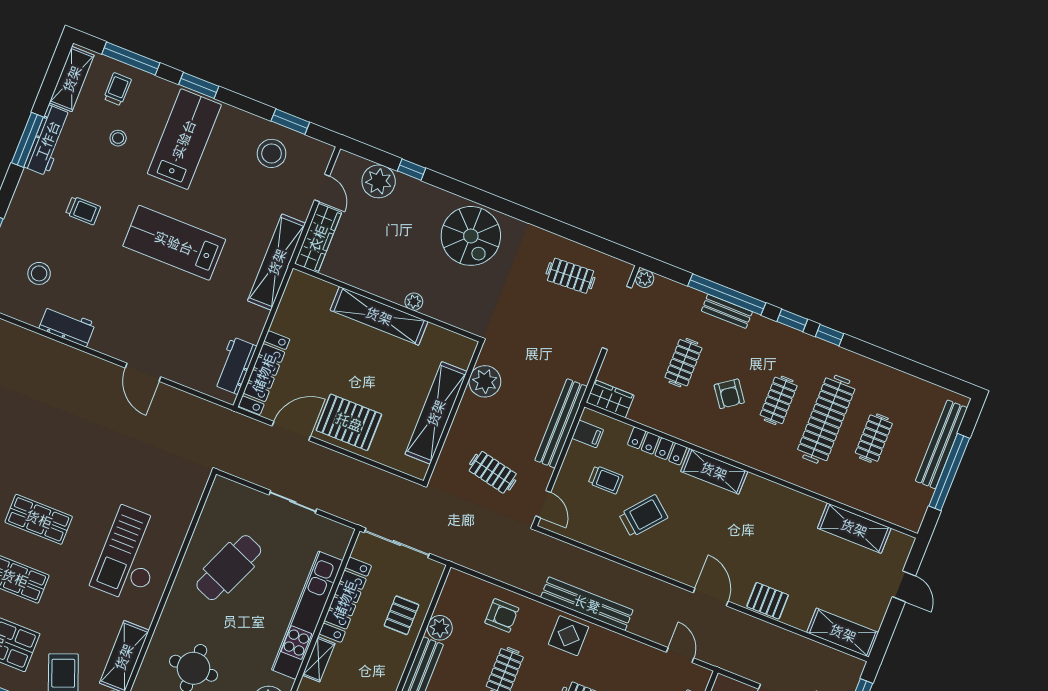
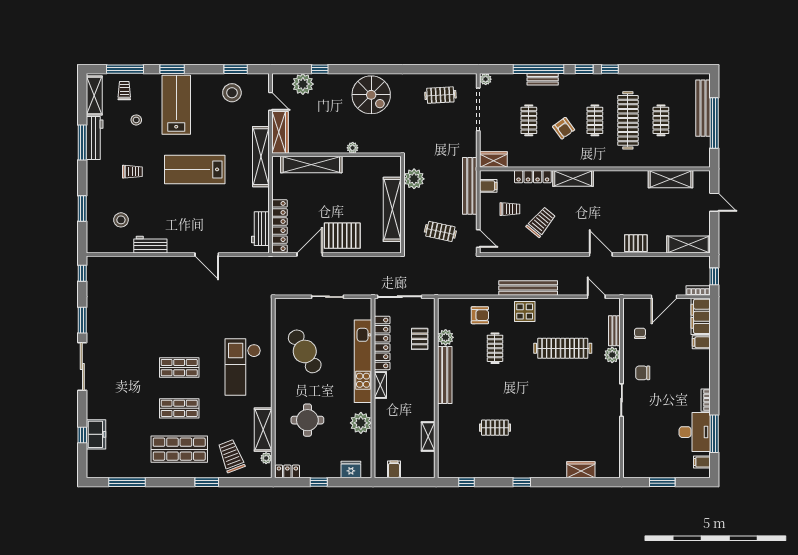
shelving: (379, 316) -> (311, 165), moved
cafe table: (229, 568) -> (305, 351), turned -54

